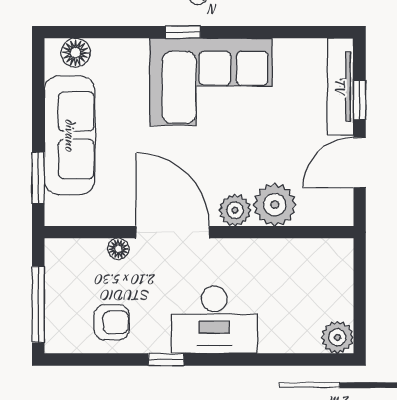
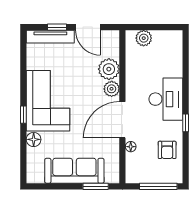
floor lamp: (76, 53) -> (34, 139), moved
armchair: (112, 322) -> (167, 150), turned 180
plant: (337, 337) -> (144, 38), moved

